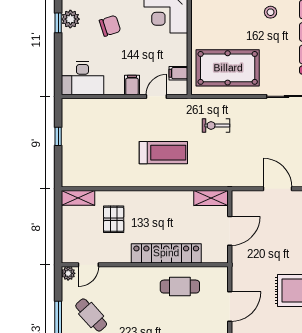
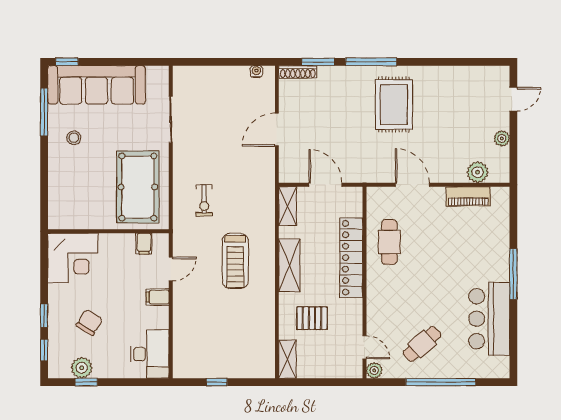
chair: (110, 26) -> (89, 322), turned 50
door: (156, 96) -> (171, 269), swing flipped
treadmill: (163, 153) -> (235, 261), turned 180
shelving: (160, 200) -> (289, 265), added

